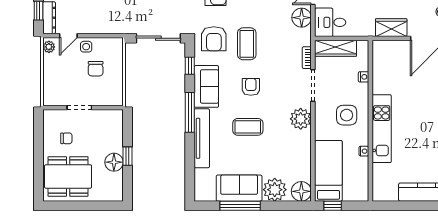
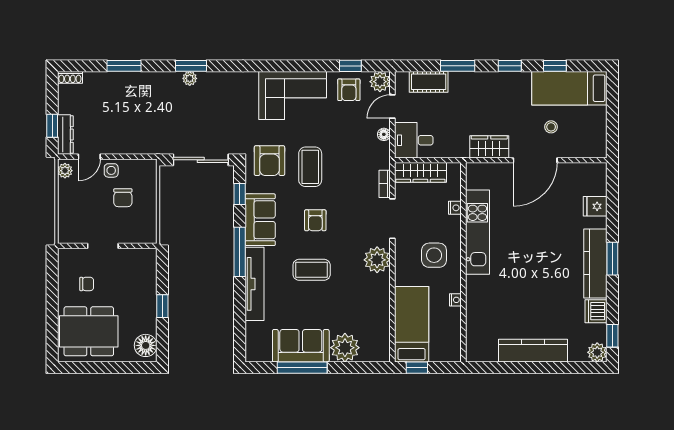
floor lamp: (302, 18) -> (384, 134), width x0.53, depth x0.53
armchair: (251, 87) -> (315, 220), turned 180
kitchen unit: (382, 129) -> (477, 232), moved
floor lamp: (114, 162) -> (146, 345), moved
floor lamp: (301, 191) -> (378, 350), removed

